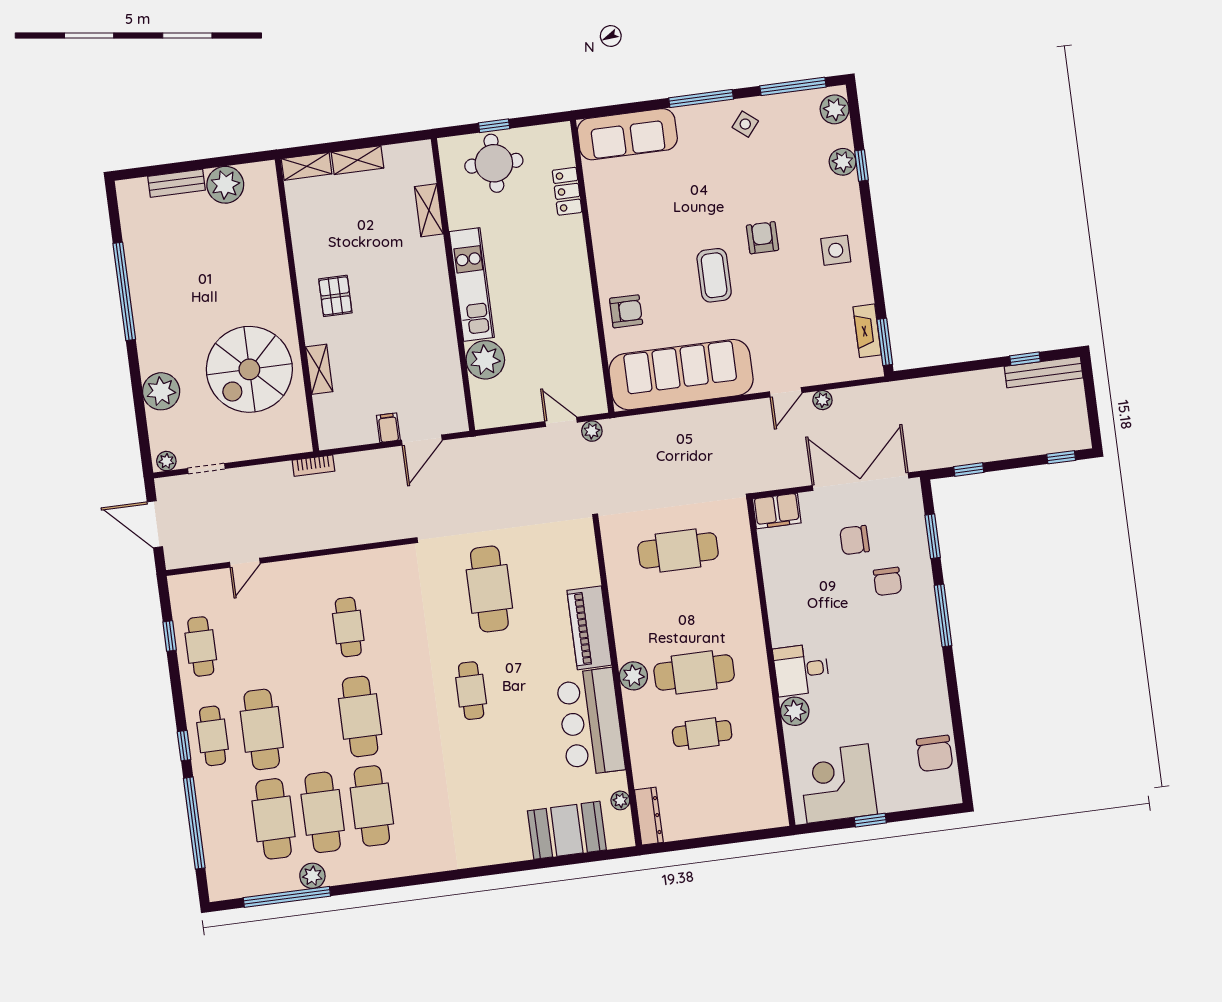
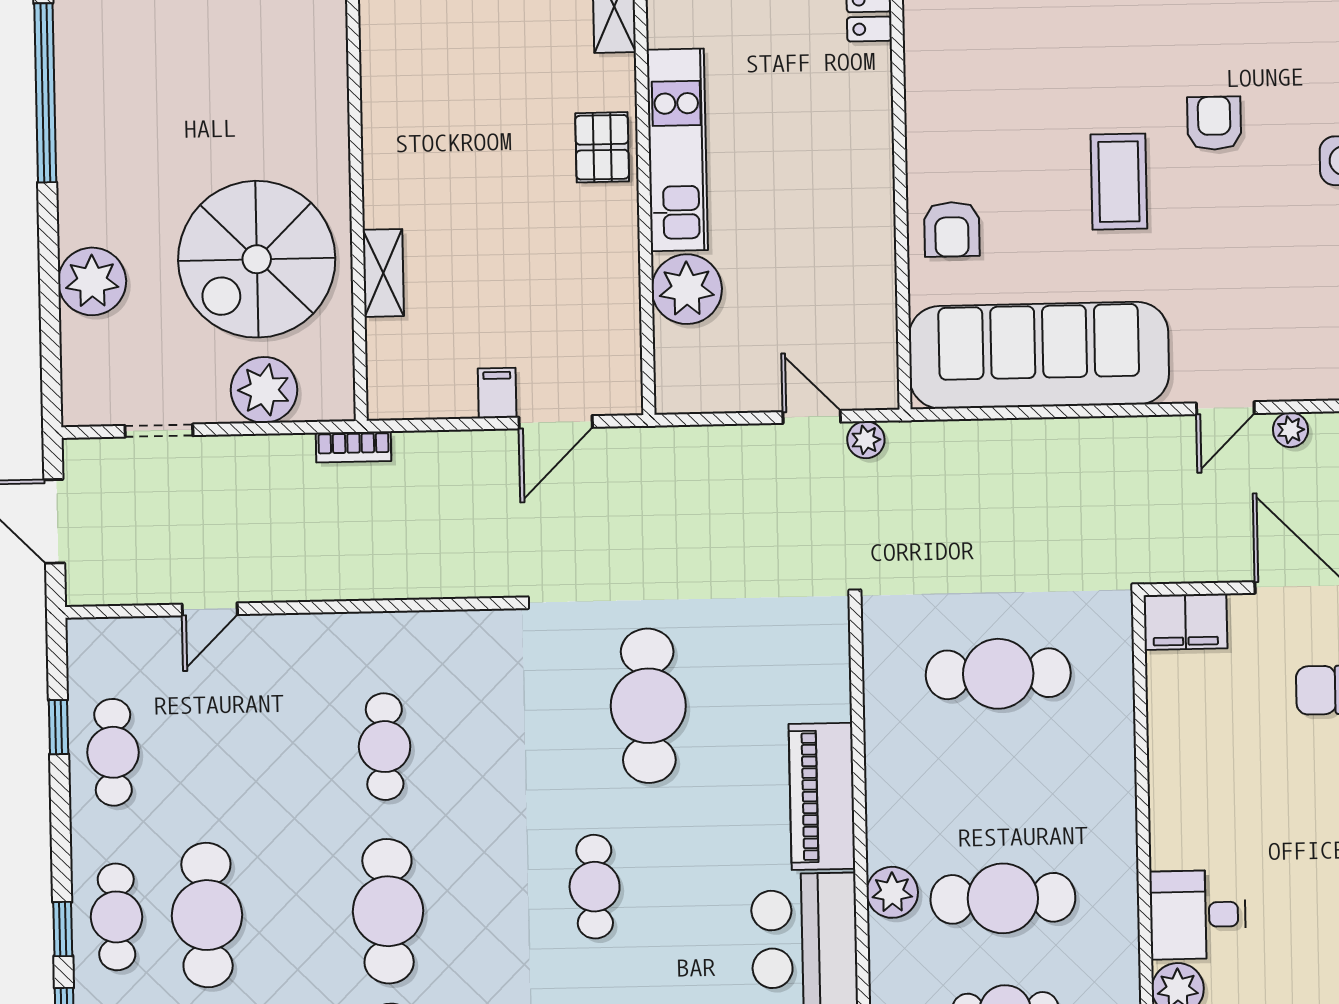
pallet: (335, 296) -> (602, 147), moved
armchair: (626, 311) -> (952, 229), turned 90
plant: (166, 461) -> (264, 390), moved, width x1.87, depth x1.87

